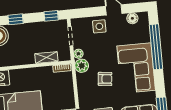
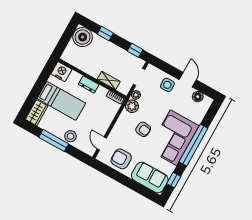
window: (156, 47) -> (193, 145), moved
dresser: (32, 73) -> (89, 84), added

